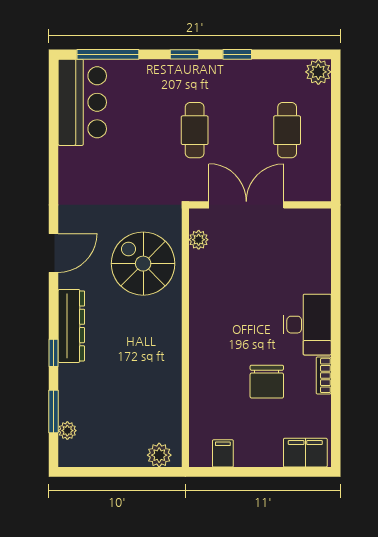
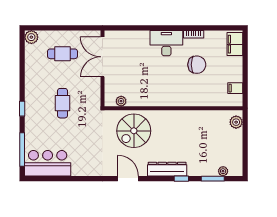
window: (237, 54) -> (22, 80), removed
cafe table: (195, 130) -> (63, 103), turned 90
double door: (246, 205) -> (102, 57), moved

